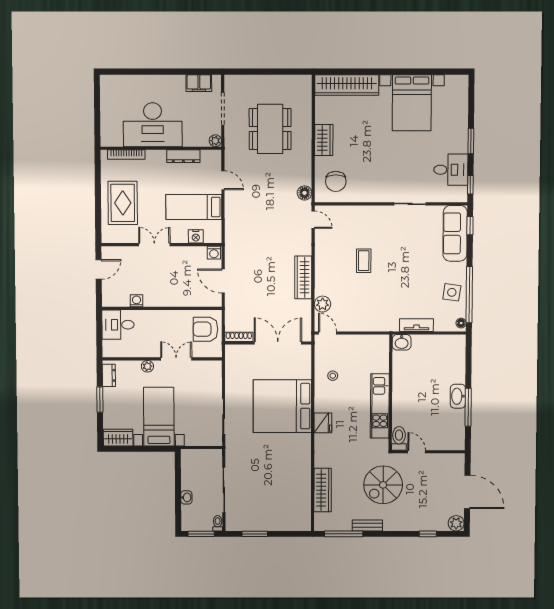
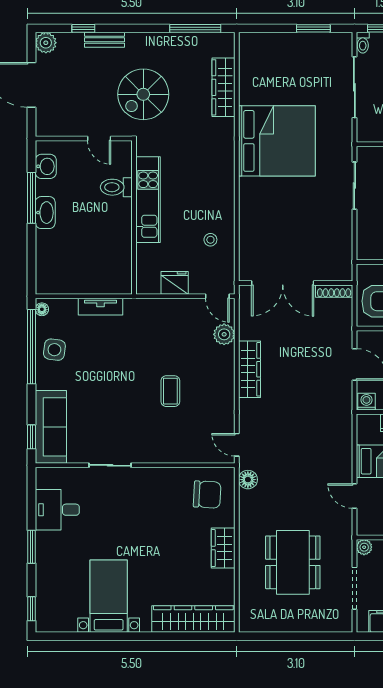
bed with nightstands: (412, 103) -> (109, 596), width x0.73
chair: (336, 181) -> (207, 495), turned 93
window: (470, 185) -> (32, 609), moved
washbasin: (402, 342) -> (46, 166), moved, turned 90
bed: (282, 406) -> (277, 141), moved
fridge: (323, 423) -> (175, 283), moved, turned 90
toilet: (399, 438) -> (116, 187), moved, turned 90
spiral stairs: (383, 485) -> (143, 94), turned 180
bench: (367, 525) -> (105, 40), moved

